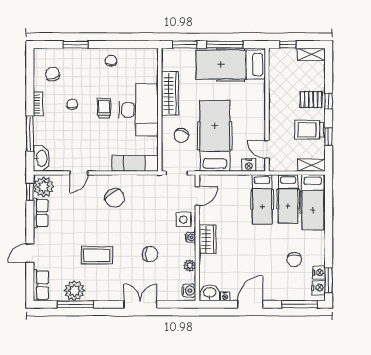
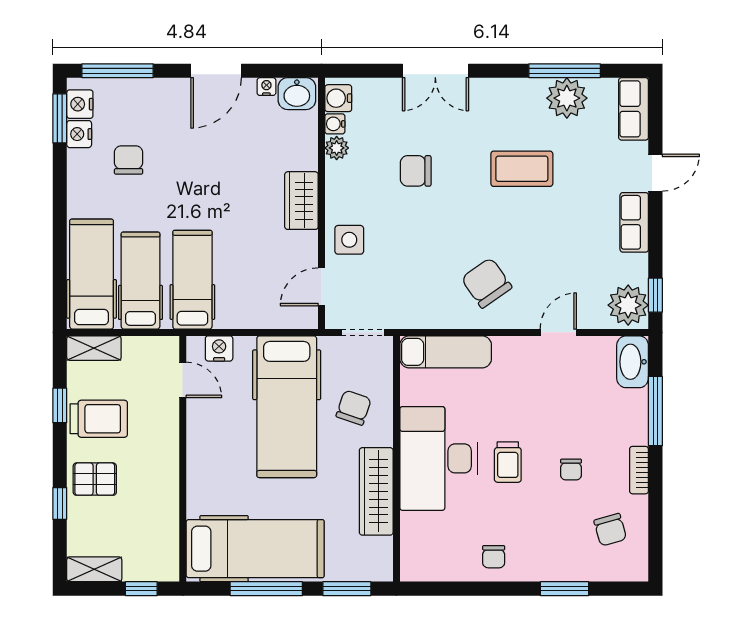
window: (329, 101) -> (60, 503), moved
row of seats: (41, 213) -> (634, 222), moved
water cooler: (191, 237) -> (335, 124), moved

